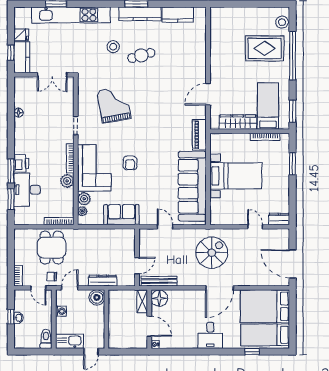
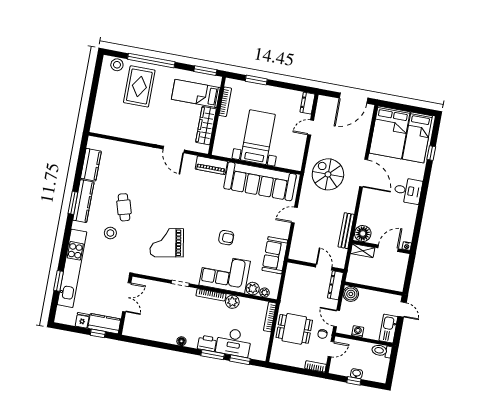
floor lamp: (19, 113) -> (181, 341), moved
wall: (137, 257) -> (316, 266), moved
door: (137, 266) -> (324, 267), moved

